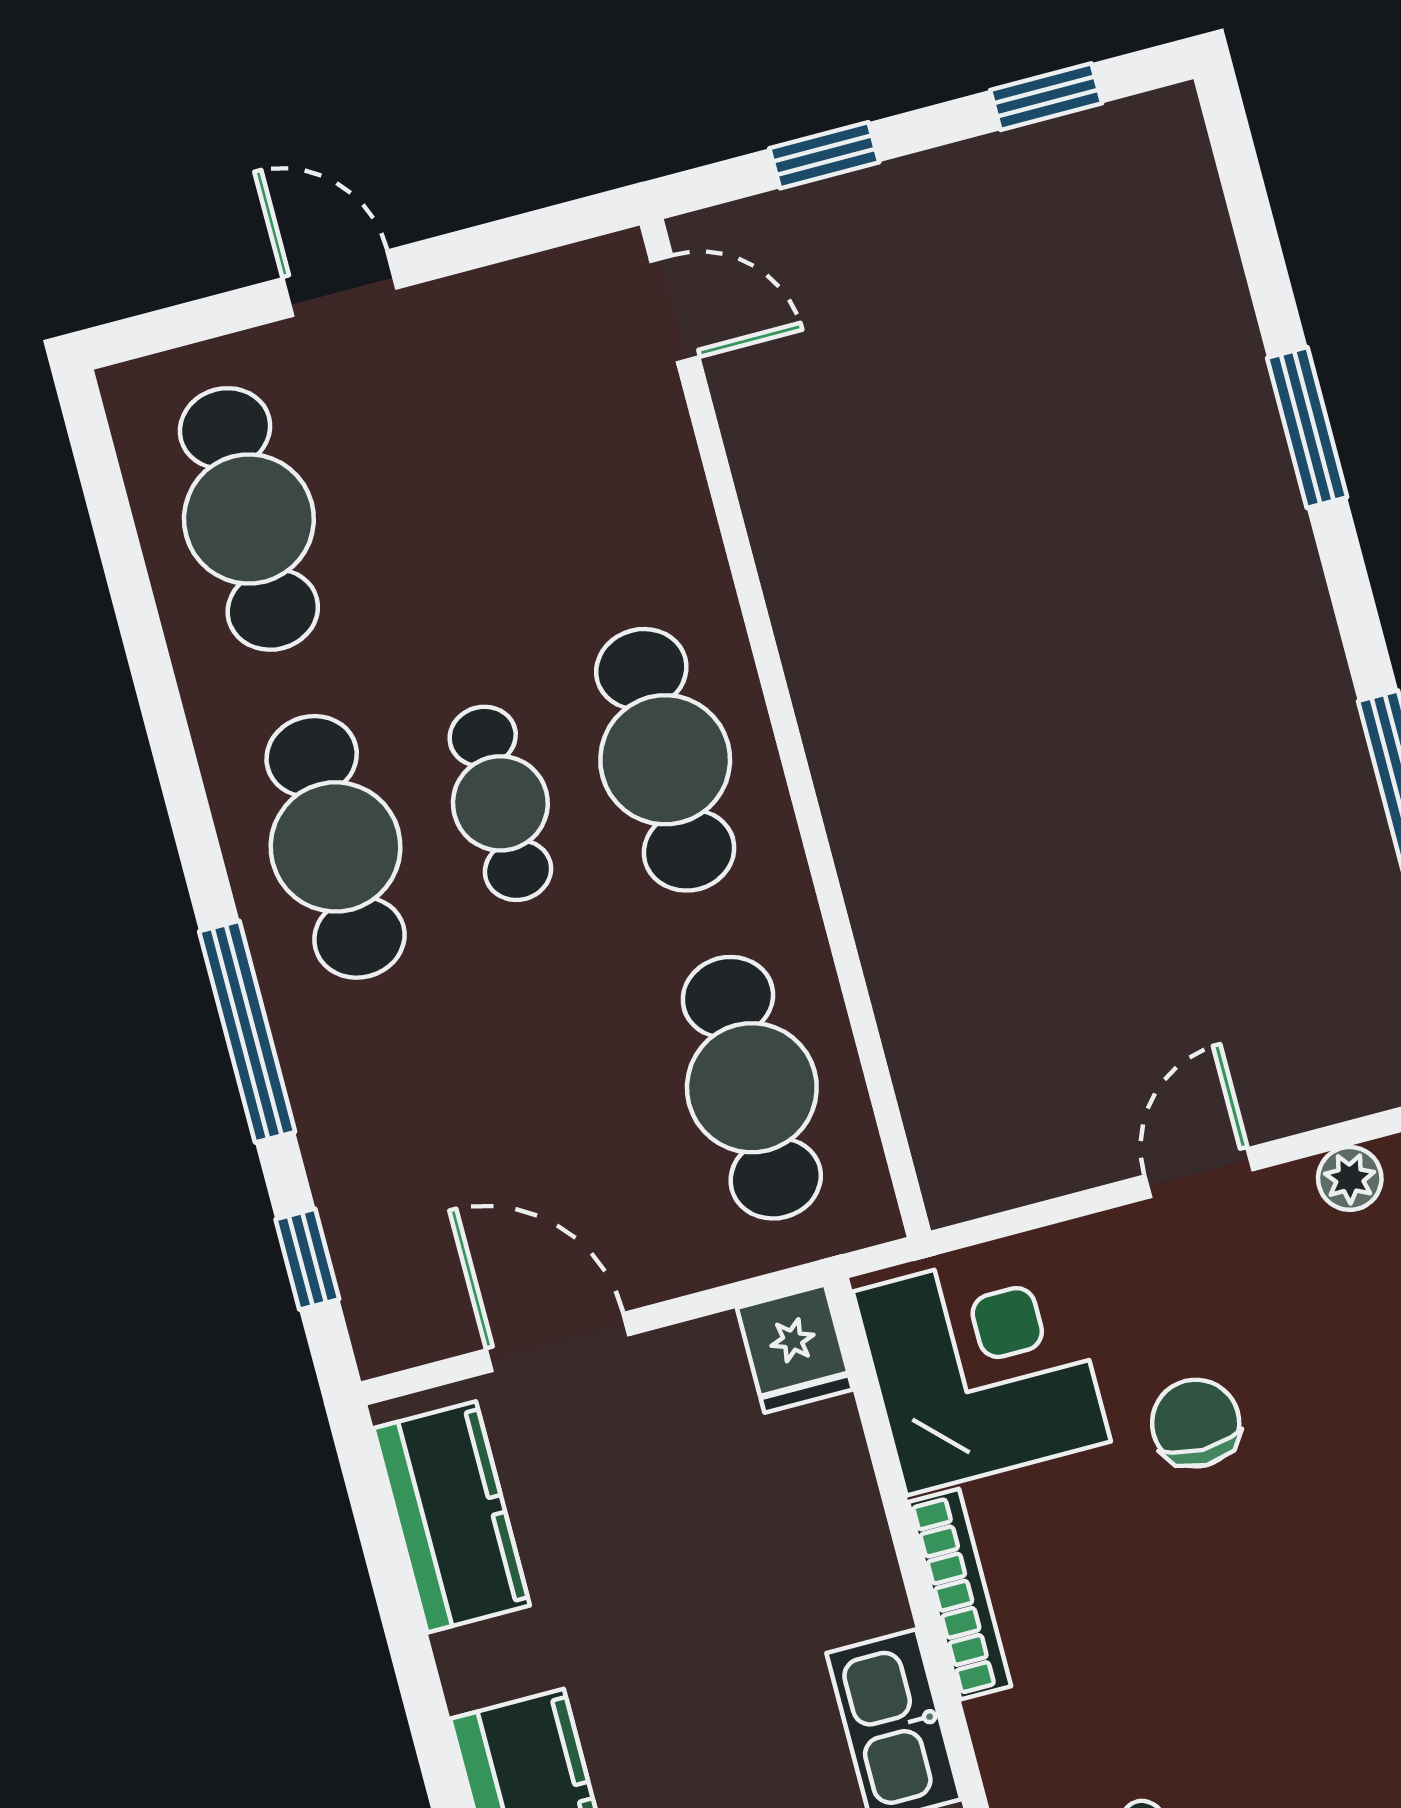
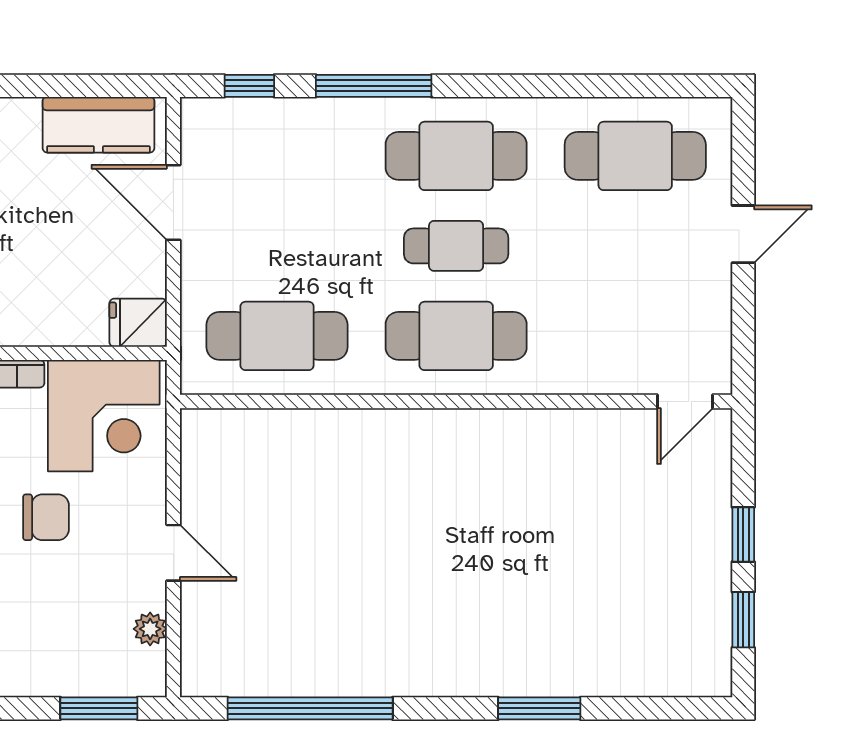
window: (824, 155) -> (743, 534), moved
door: (558, 1342) -> (173, 202), swing flipped

